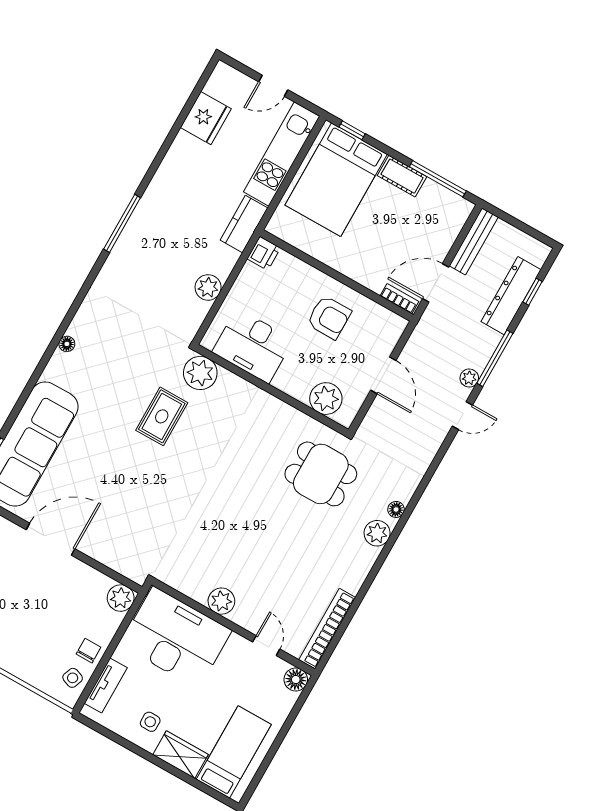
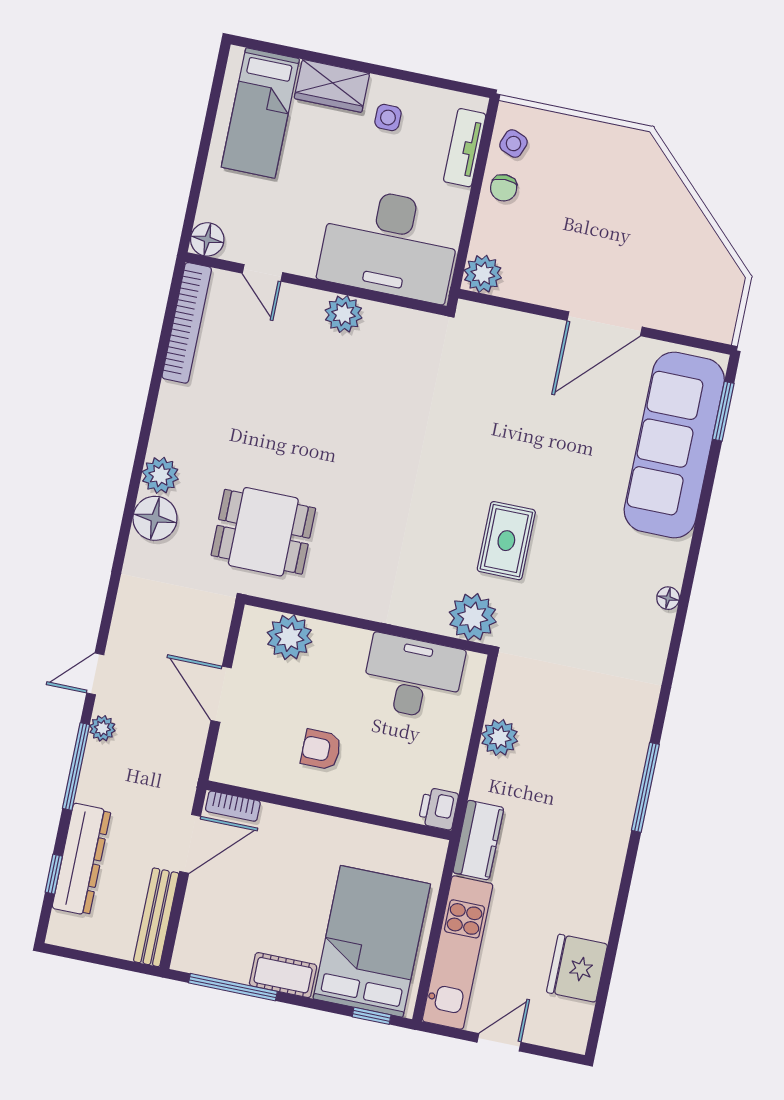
armchair: (329, 317) -> (321, 750), width x0.72, depth x0.72
floor lamp: (396, 509) -> (155, 518), width x1.89, depth x1.89

